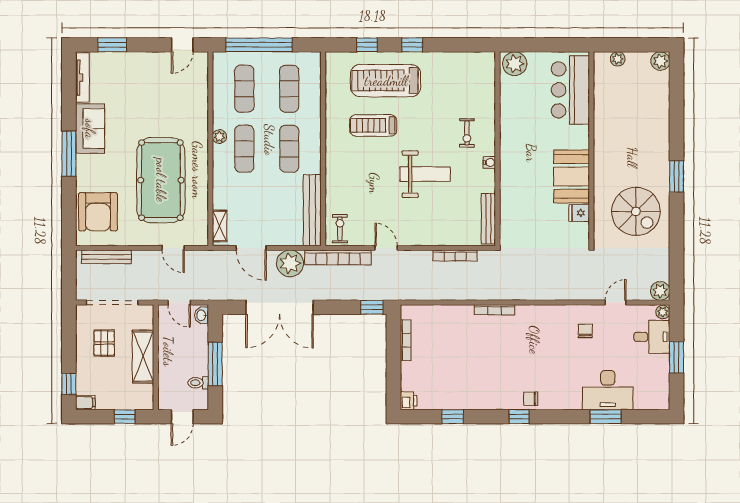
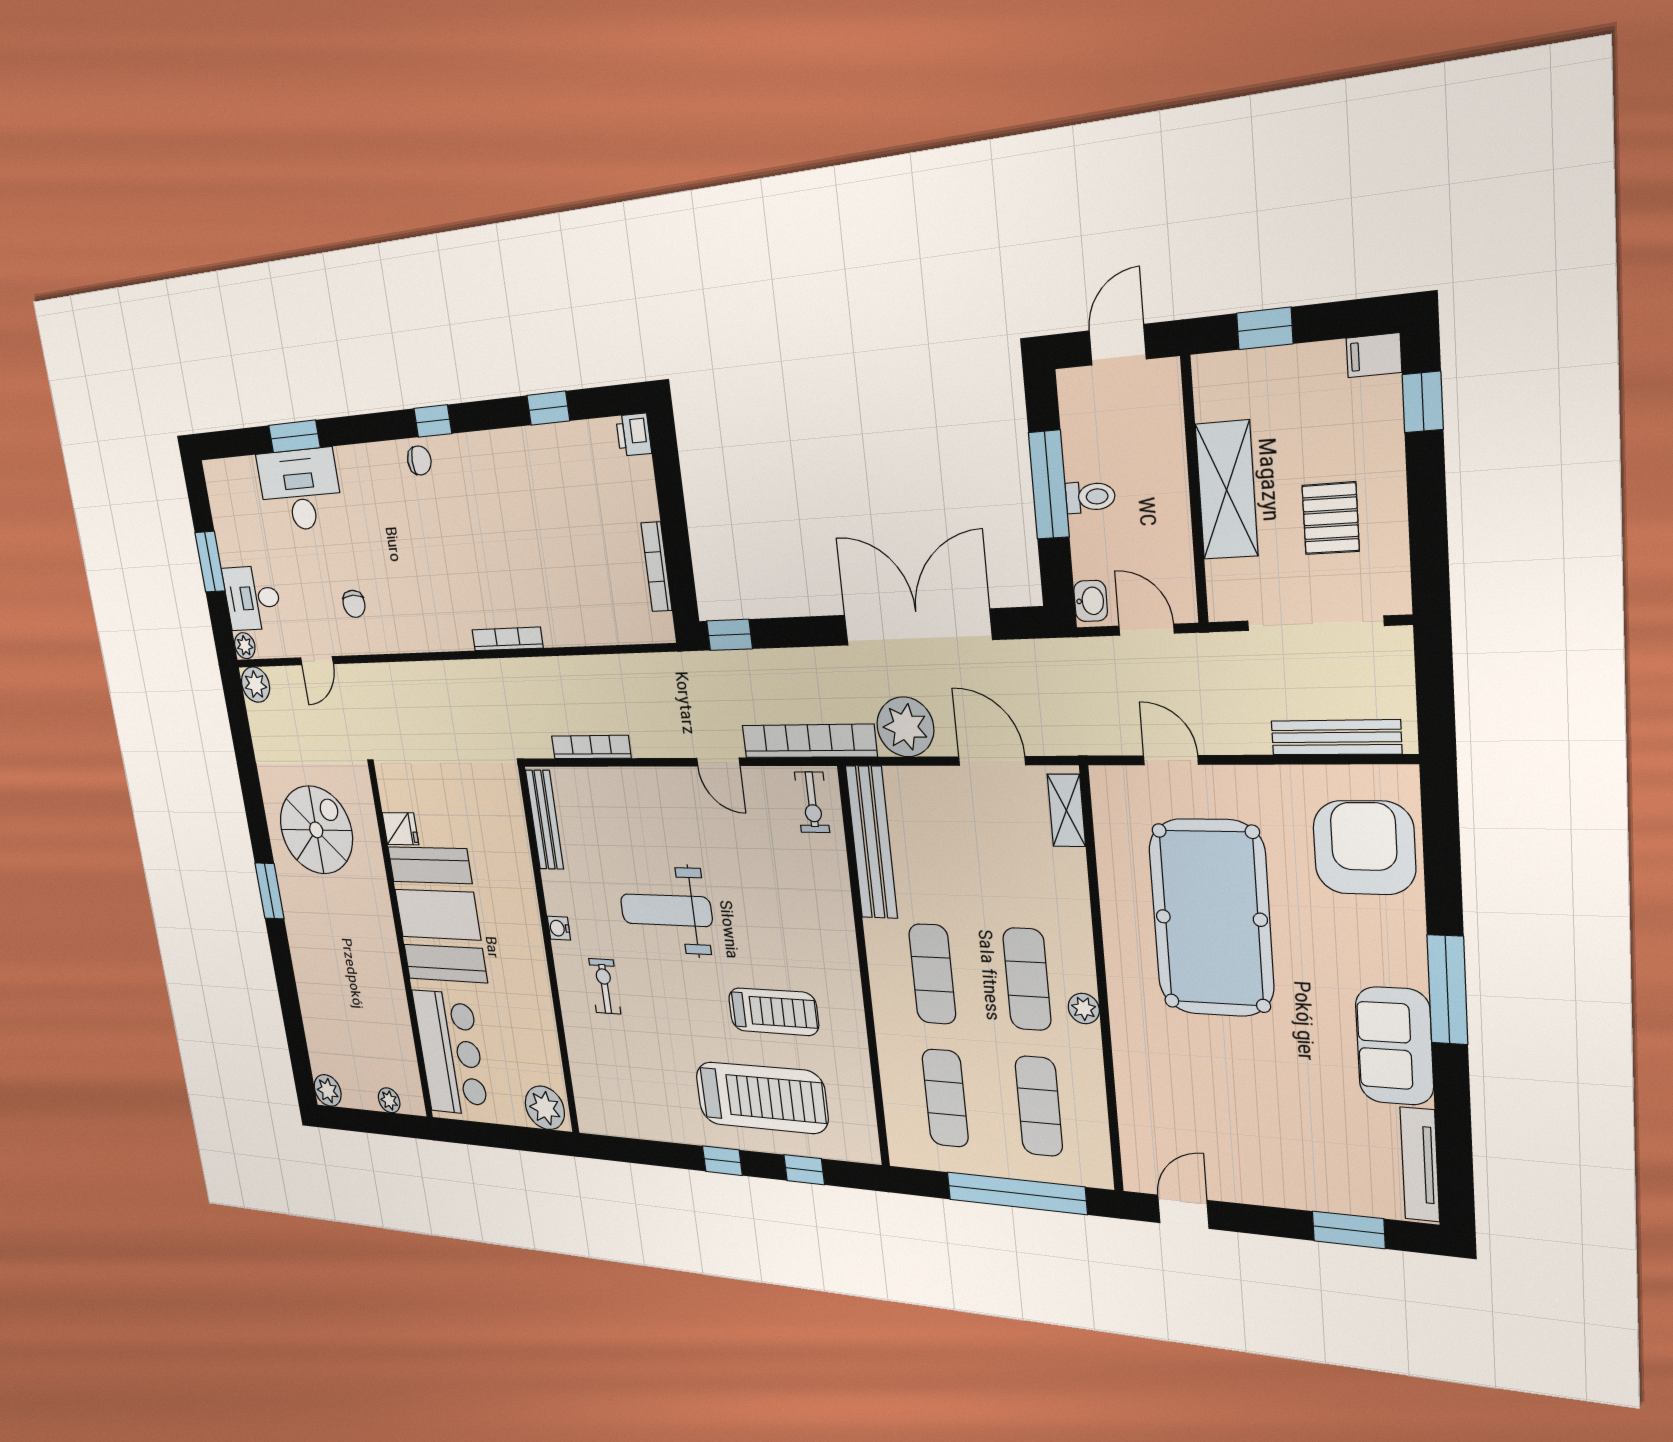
booth: (572, 176) -> (438, 915), width x1.36, depth x1.42
spiral stairs: (636, 211) -> (316, 830), turned 90
toilet: (198, 383) -> (1090, 497), moved

